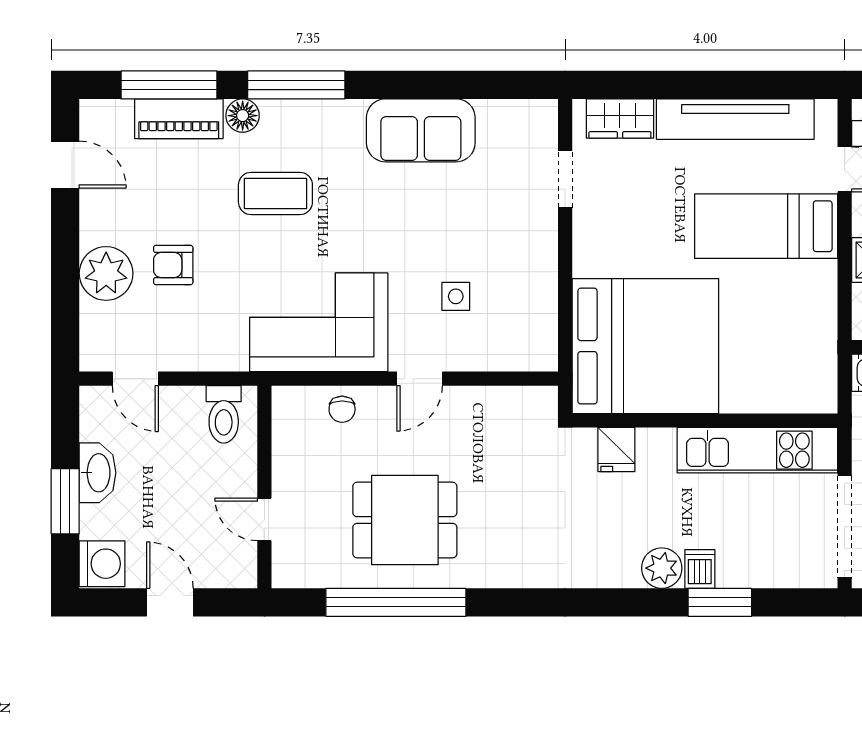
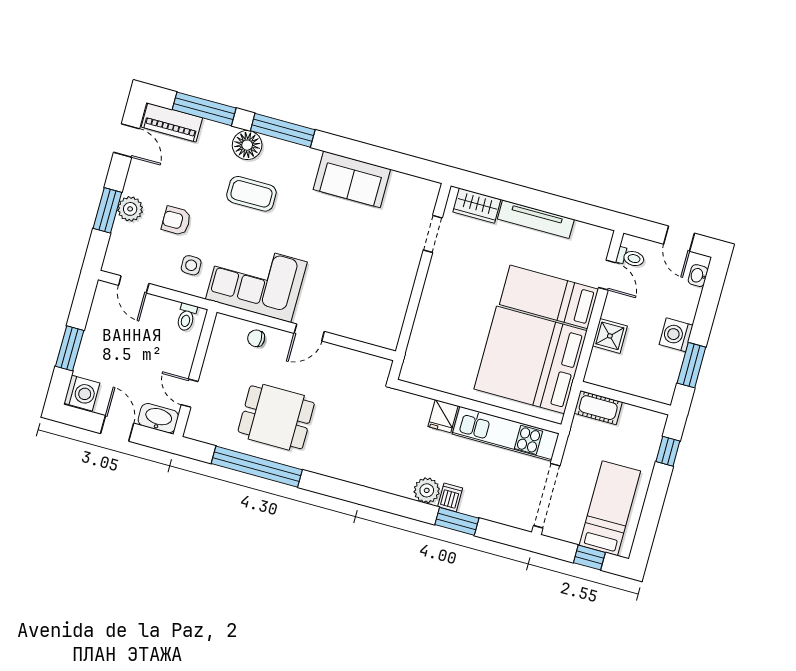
floor lamp: (243, 116) -> (247, 145), width x1.38, depth x1.38
piano: (179, 119) -> (172, 122), moved
tv unit: (735, 119) -> (536, 219), width x0.73, depth x0.78
plant: (106, 273) -> (130, 209), width x0.73, depth x0.73
window: (65, 278) -> (107, 210), added
side table: (456, 296) -> (191, 265), moved
bed: (645, 346) -> (531, 360), moved, turned 180
chair: (342, 409) -> (256, 338), turned 90
toilet: (224, 414) -> (186, 317), width x0.73, depth x0.72
fridge: (616, 450) -> (443, 416), moved
washbasin: (97, 473) -> (158, 418), moved, turned -90

